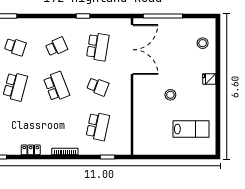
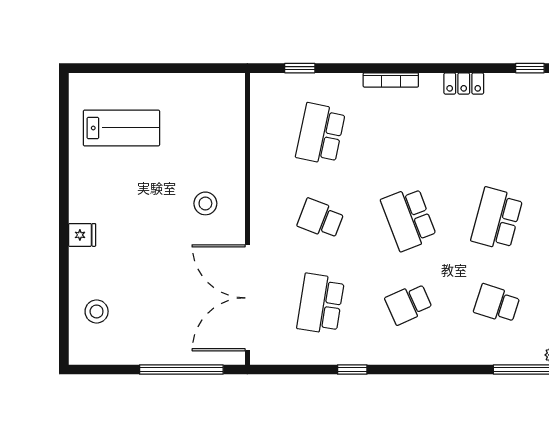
stool: (170, 95) -> (205, 203), moved
lab bench: (191, 129) -> (121, 128), turned 180

